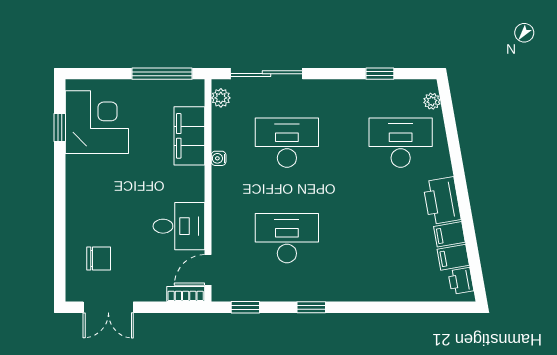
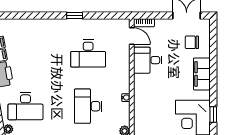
filing cabinet: (189, 136) -> (202, 74), moved, turned 180
desk: (287, 143) -> (88, 106), turned 90
door: (208, 270) -> (132, 36), hinge flipped
window: (245, 307) -> (111, 16), removed

